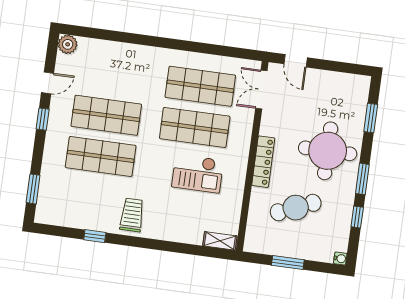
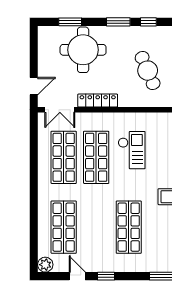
shop shelf: (106, 115) -> (64, 227), moved
round table: (328, 151) -> (83, 50), moved
locker: (263, 162) -> (98, 101), moved

